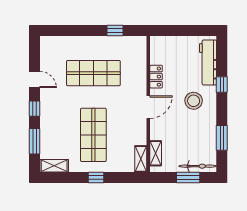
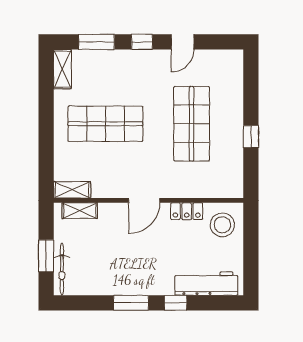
window: (115, 30) -> (251, 137), moved
stool: (194, 101) -> (222, 225), moved
door: (148, 107) -> (144, 200), hinge flipped
window: (222, 138) -> (131, 303), moved
window: (96, 177) -> (46, 127), removed

